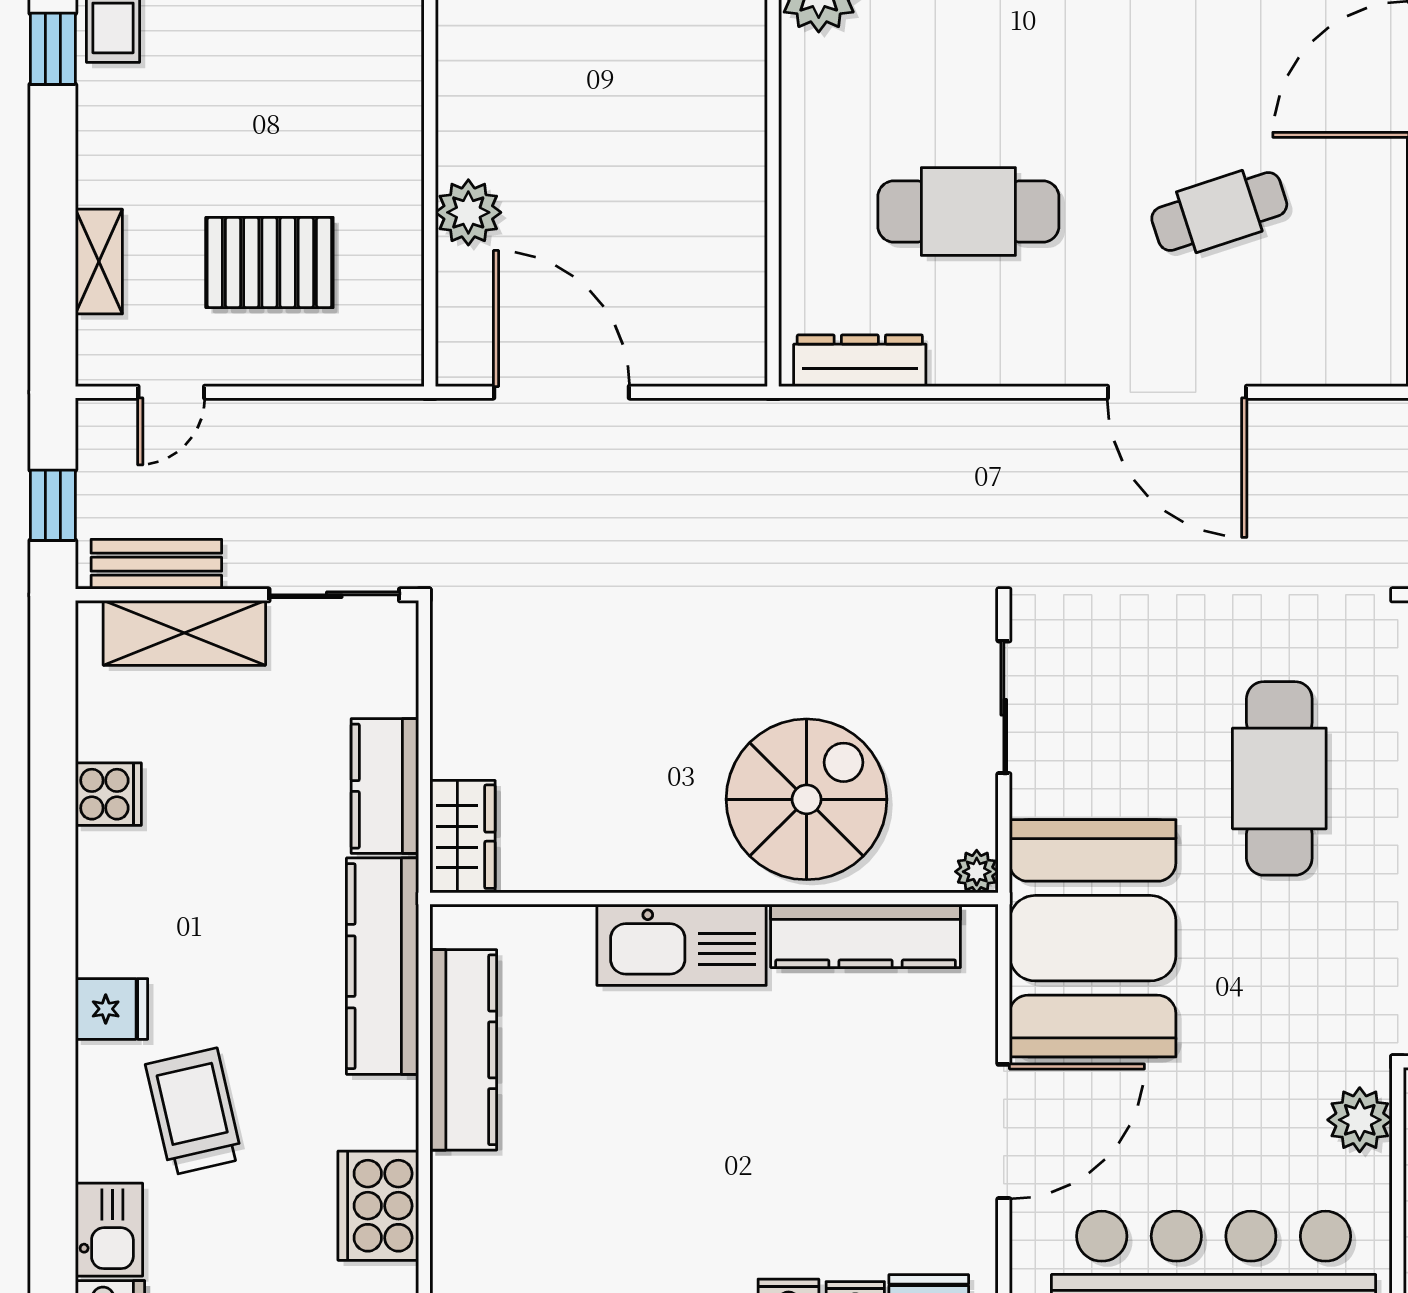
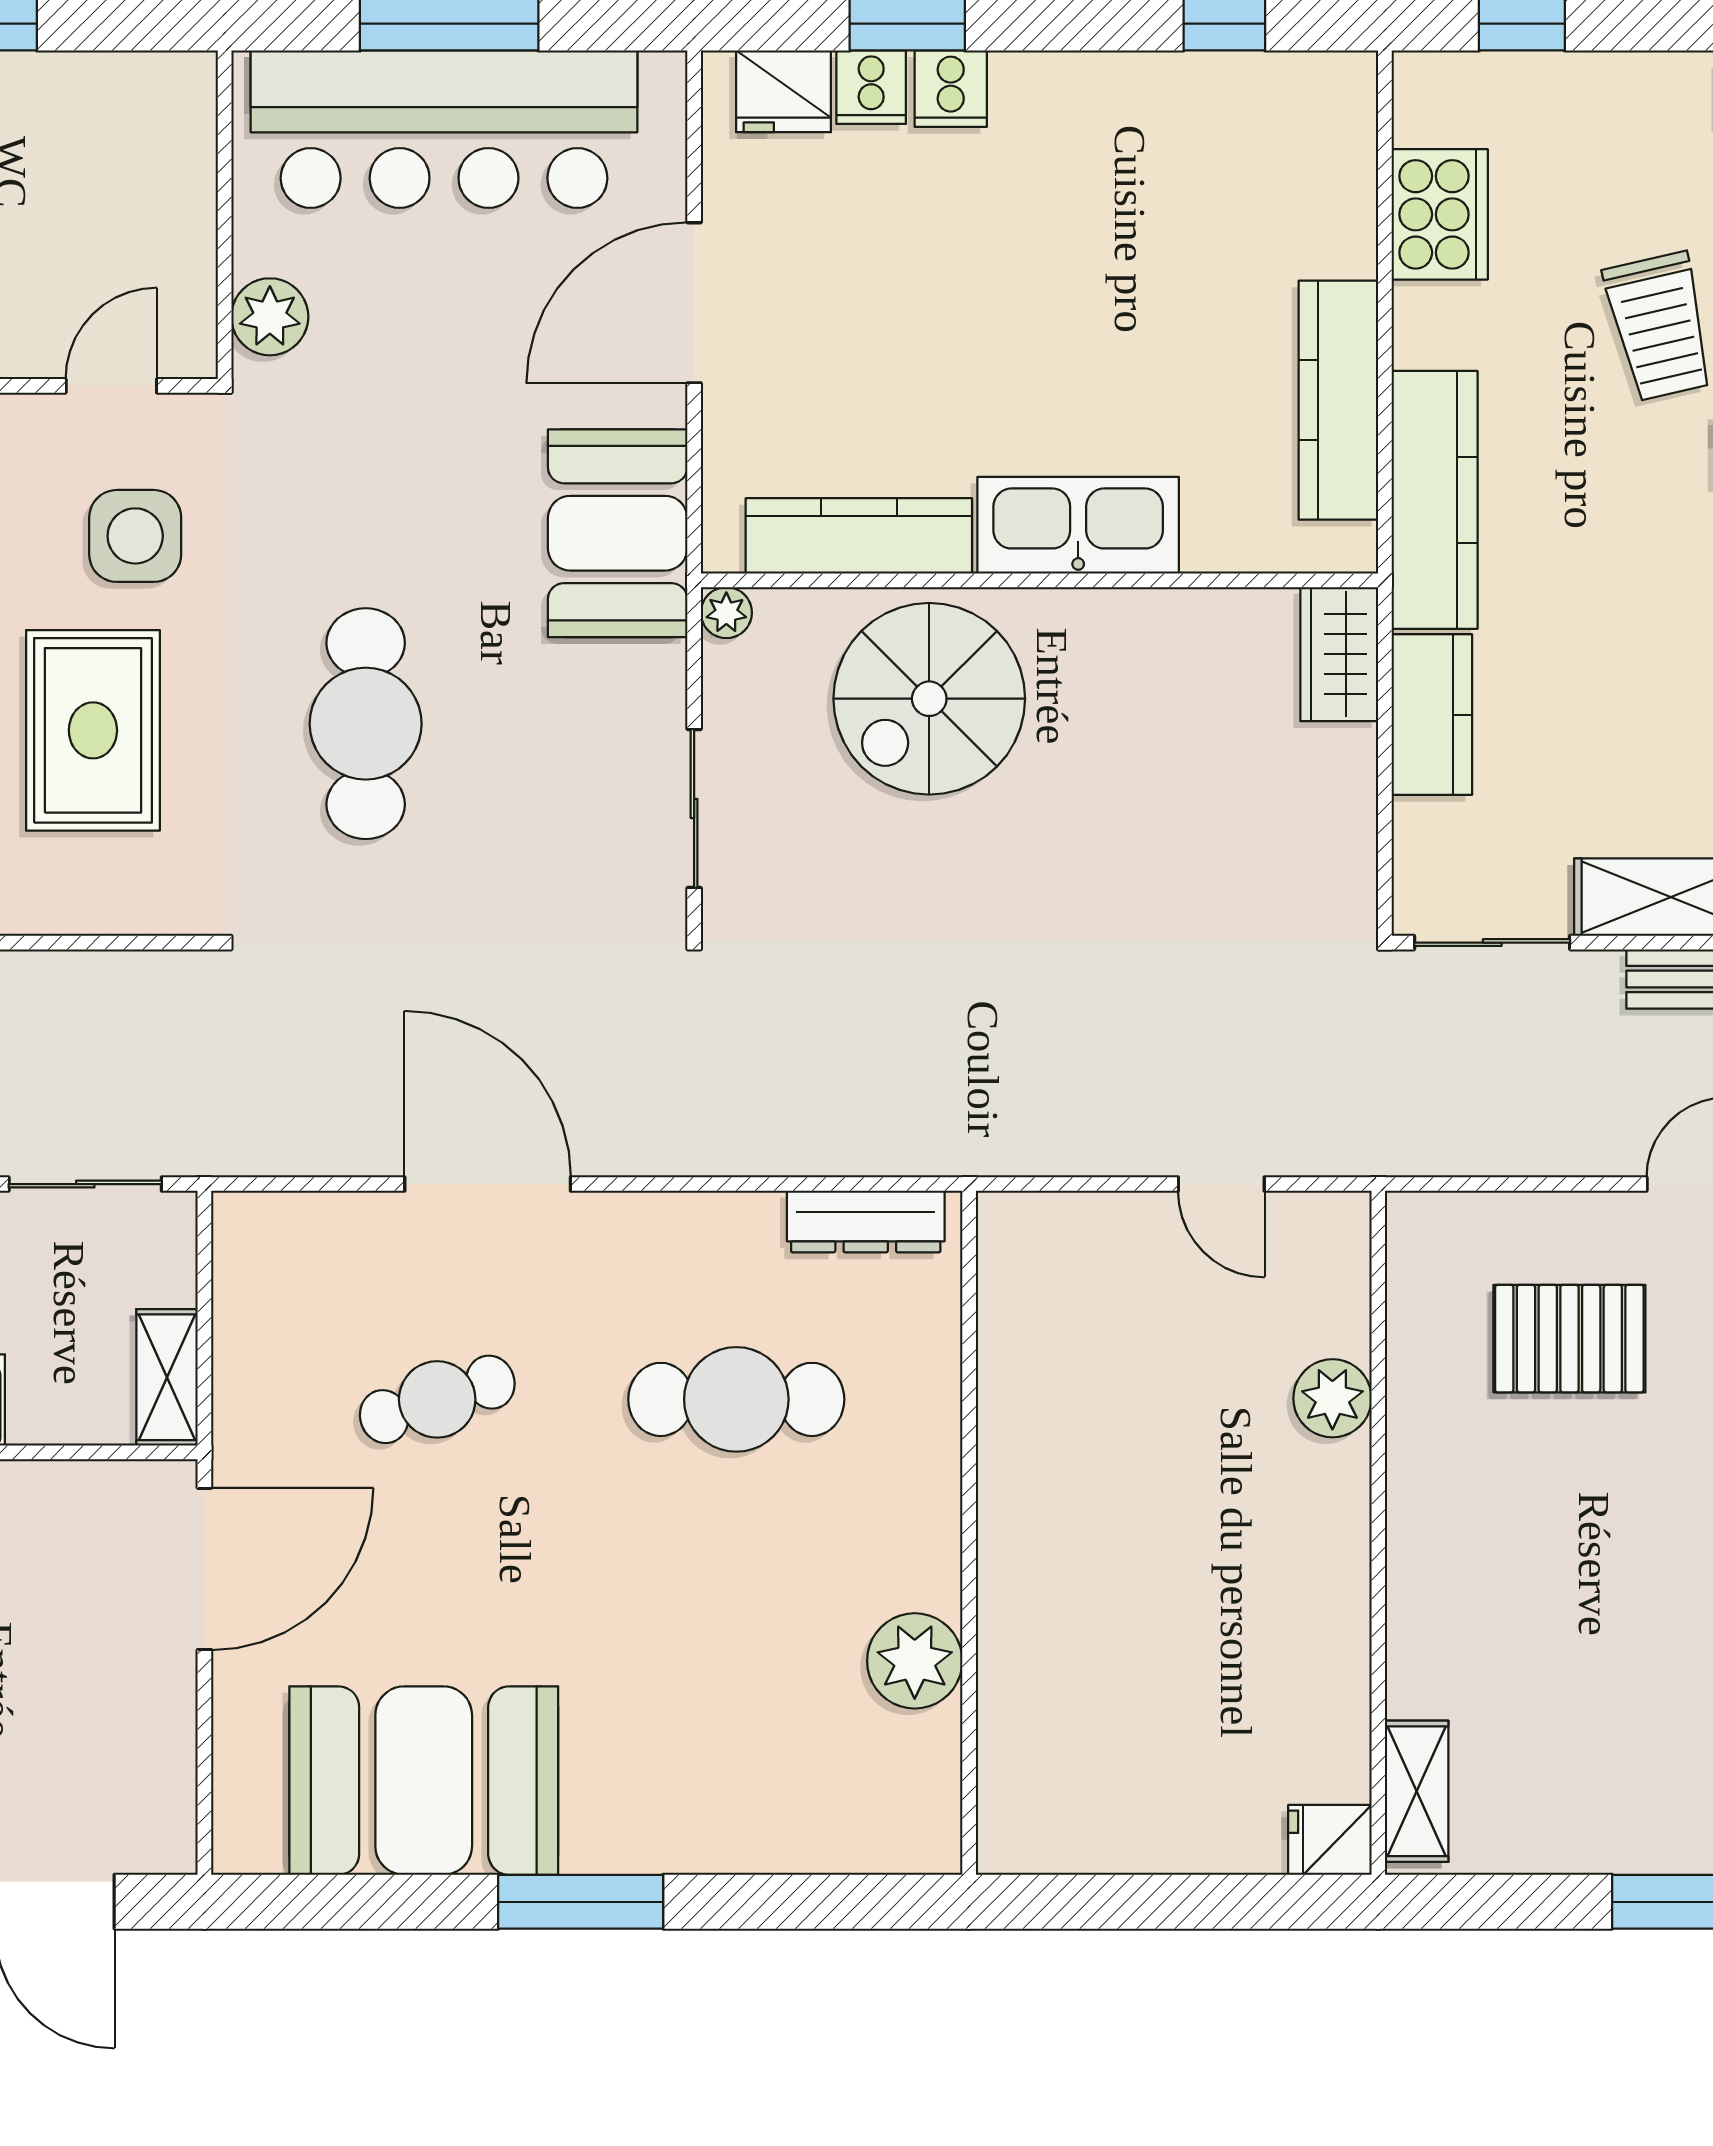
door: (562, 392) -> (1221, 1184), width x0.53
booth: (1093, 938) -> (618, 533), width x0.73, depth x0.70

